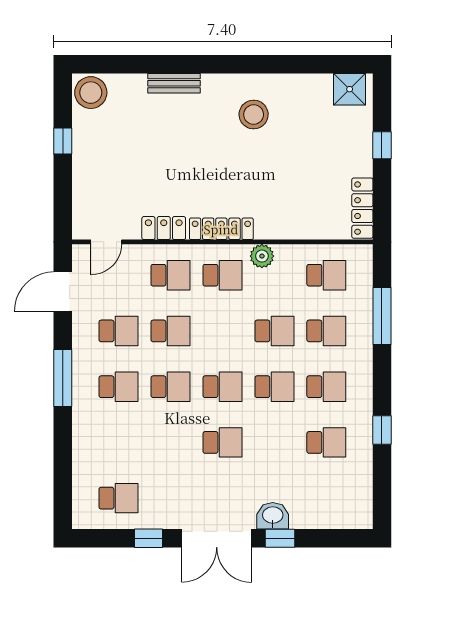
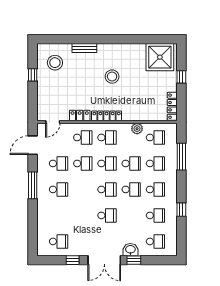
shower: (350, 89) -> (160, 57), width x1.86, depth x1.86
stool: (91, 93) -> (55, 63), moved
stool: (254, 114) -> (112, 77), moved
plant: (262, 256) -> (137, 129), moved
school desk: (170, 387) -> (107, 163), moved
school desk: (326, 498) -> (155, 241), added

